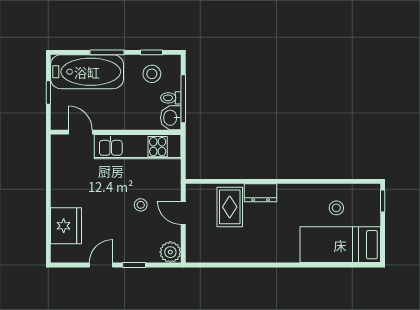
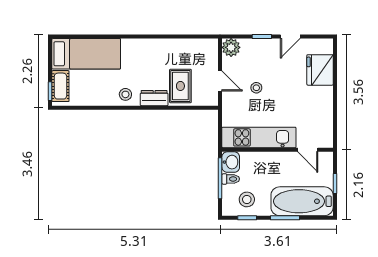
cot: (370, 207) -> (60, 86), added
stool: (336, 208) -> (125, 94), moved

